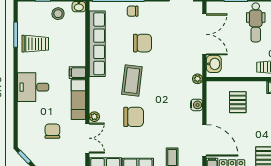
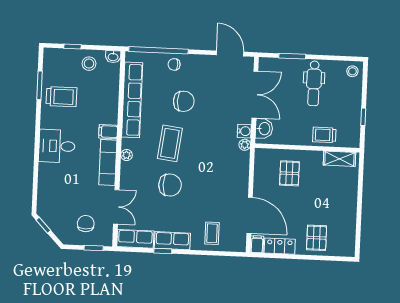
water cooler: (197, 105) -> (244, 131), moved
plant: (94, 117) -> (126, 155), moved
chair: (52, 131) -> (86, 224), moved

